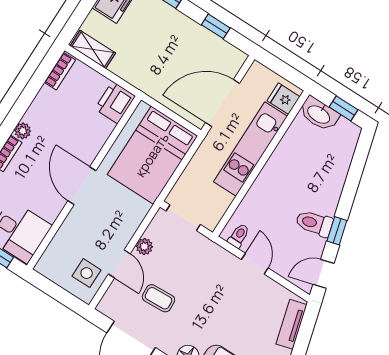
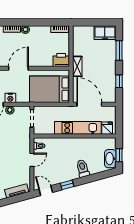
shelving: (93, 49) -> (77, 66), moved
washbasin: (319, 114) -> (110, 159), moved
toilet: (314, 223) -> (83, 168), moved
nightstand: (124, 232) -> (10, 98), added

